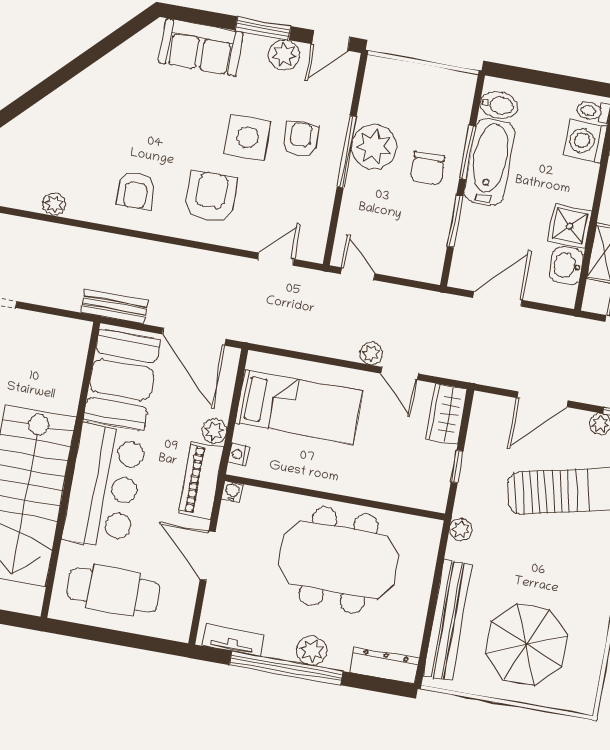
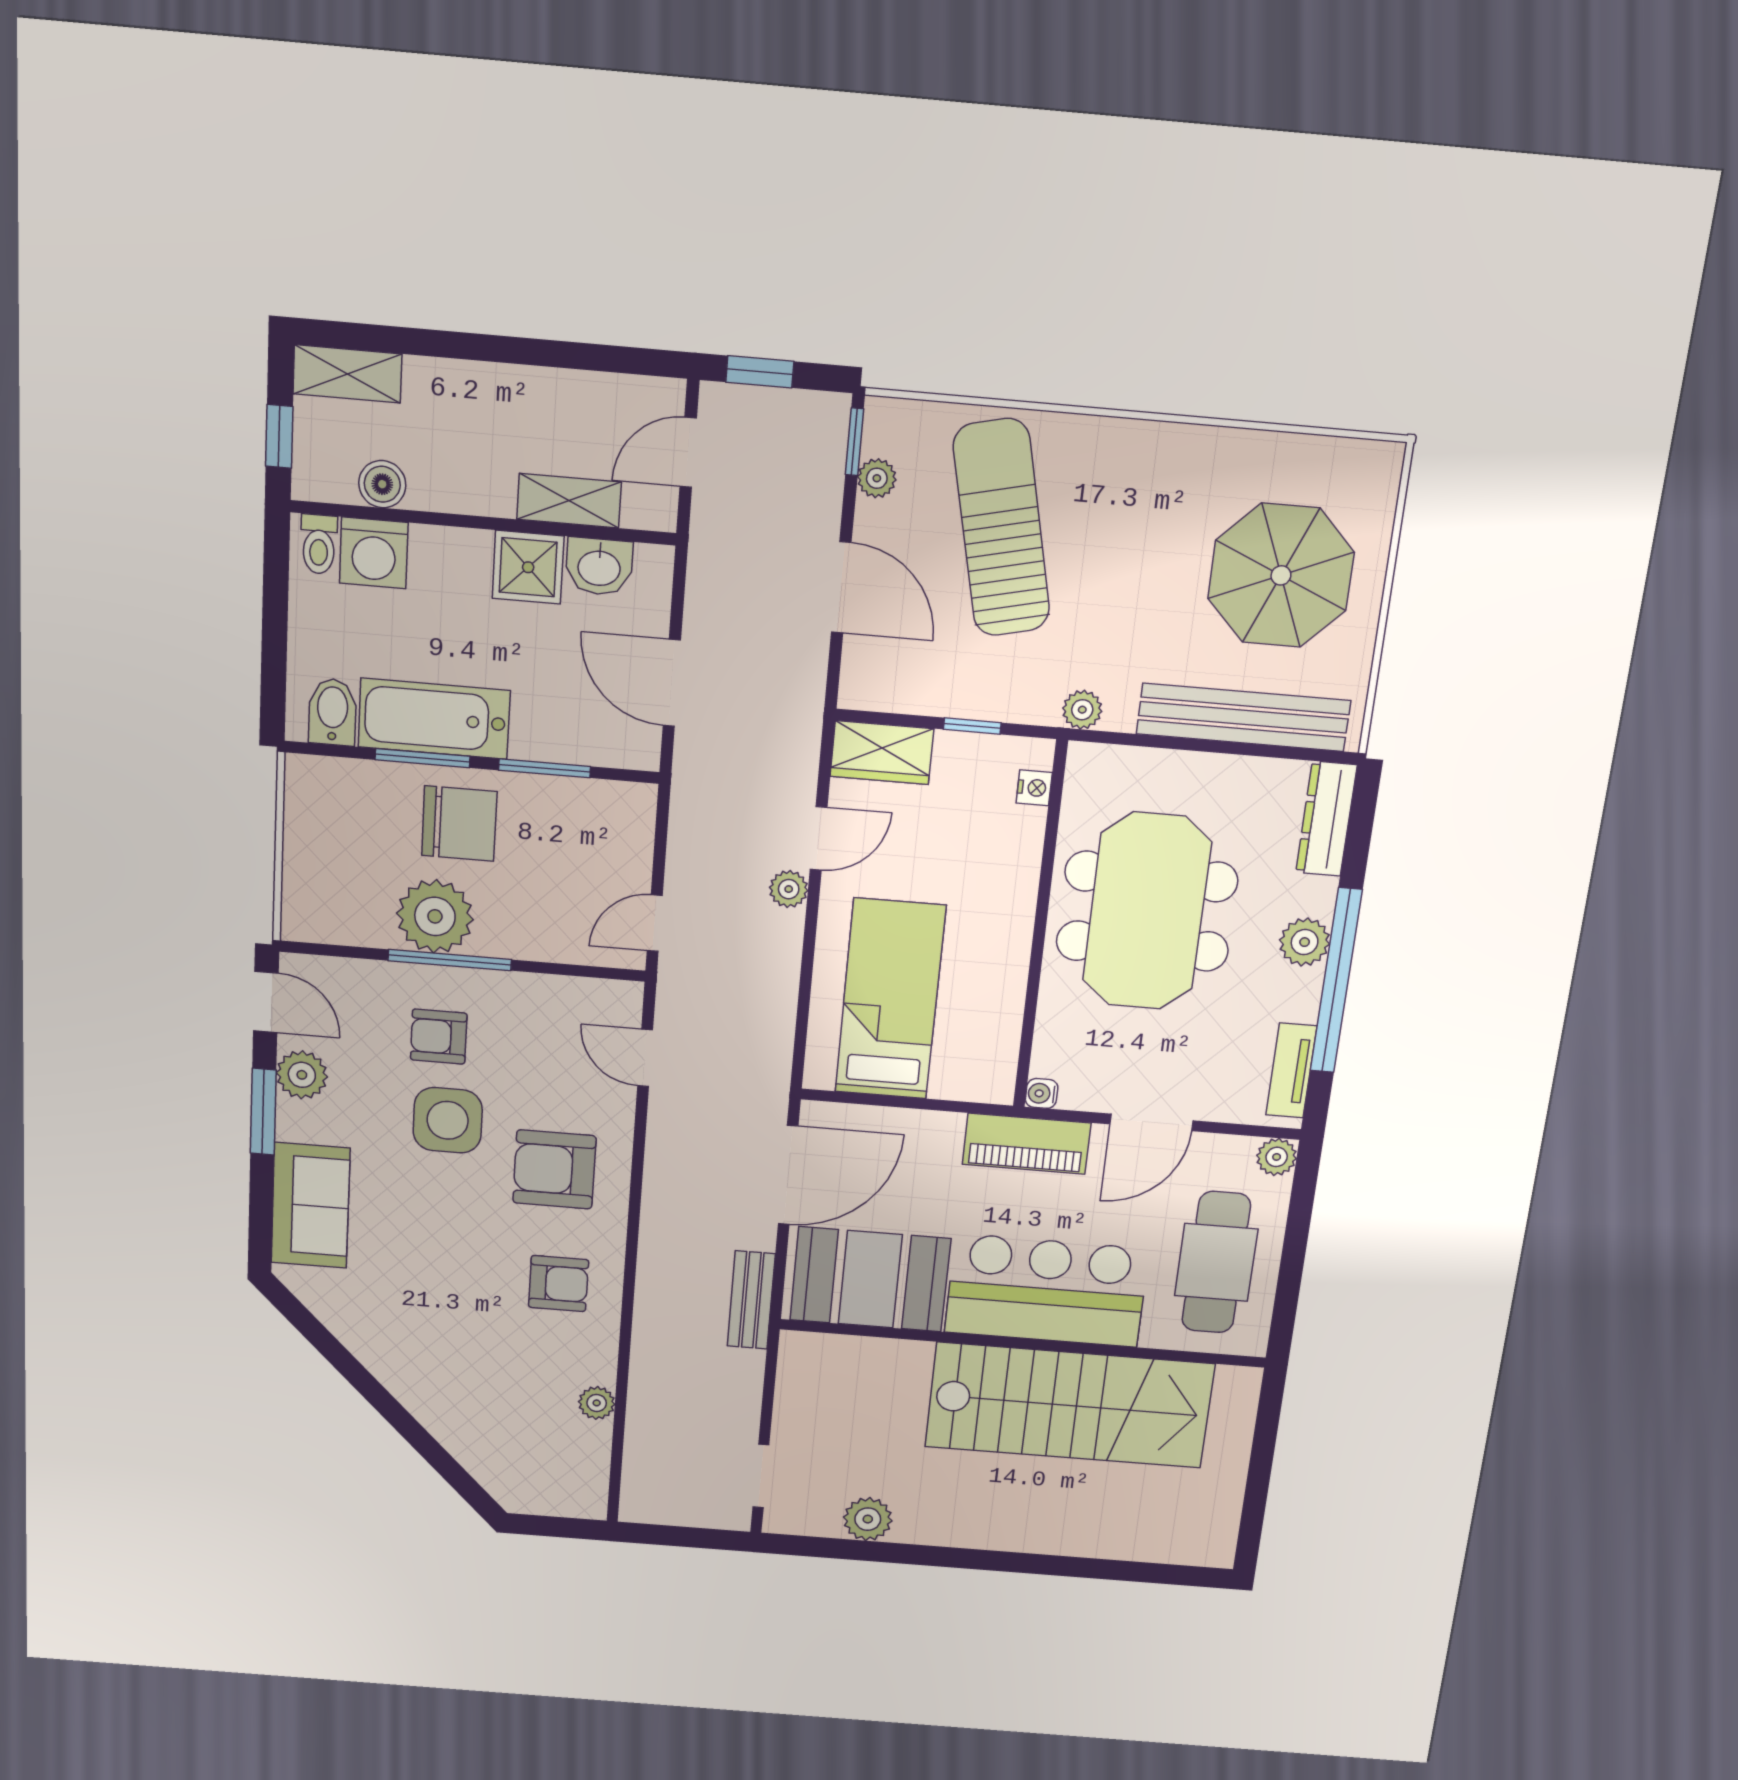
chair: (428, 168) -> (459, 824), width x1.37, depth x1.37
plant: (214, 431) -> (1277, 1157), moved
nightstand: (239, 454) -> (1034, 788), moved, turned -90

